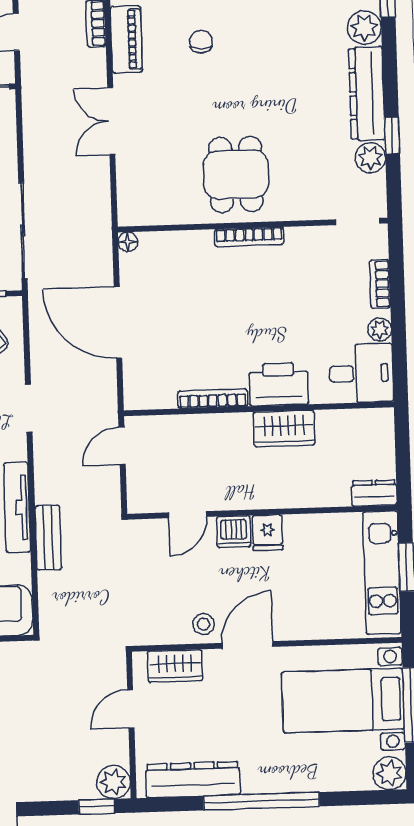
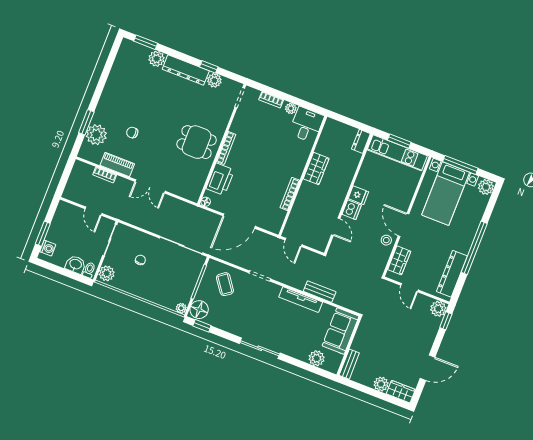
printer: (279, 384) -> (220, 179), moved, turned 180

